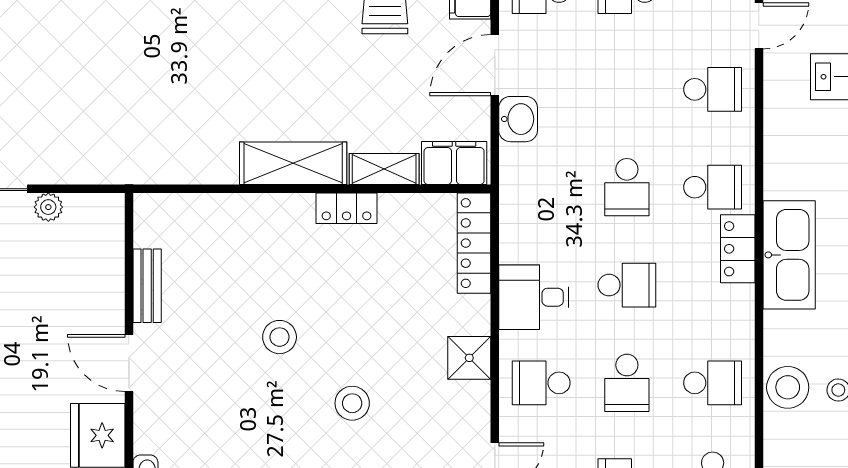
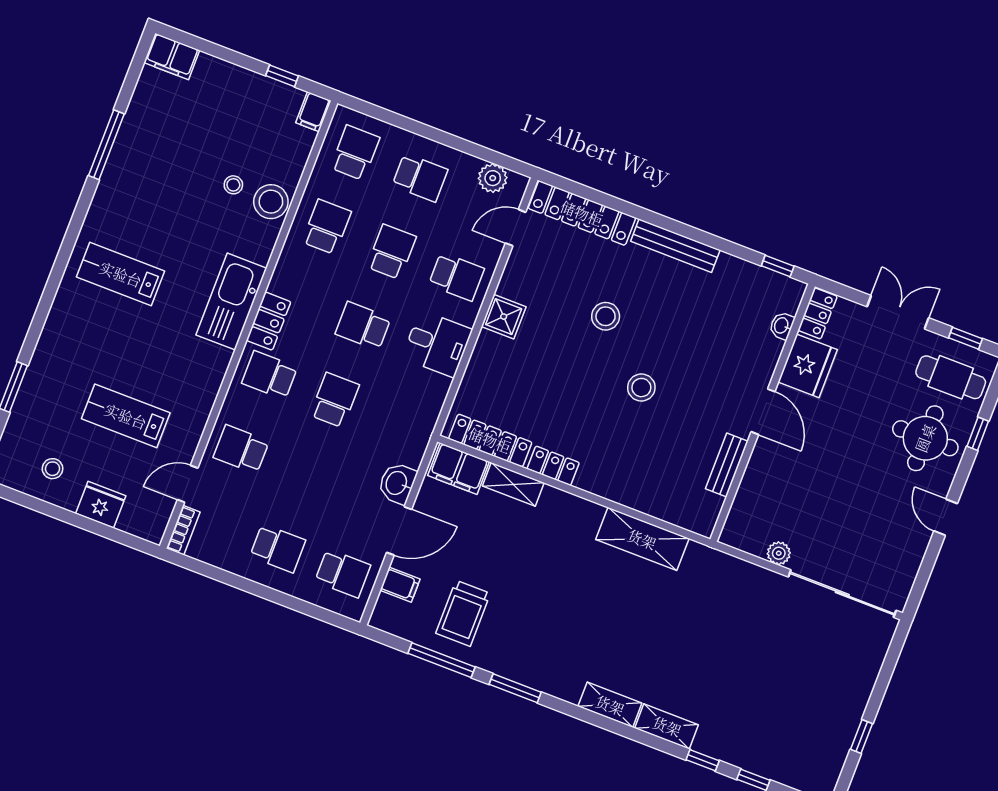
shelving: (293, 163) -> (642, 539), moved
locker: (474, 243) -> (490, 440), moved, turned -90
school desk: (713, 383) -> (327, 227), turned 90

